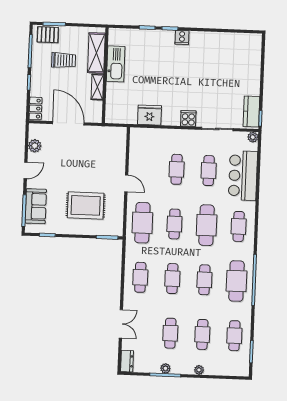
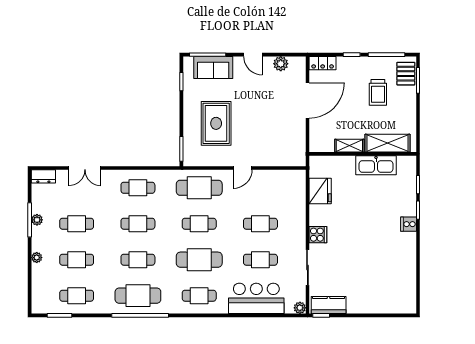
shelving: (96, 53) -> (387, 143), moved
kitchen sink: (116, 64) -> (376, 165), moved
wall: (105, 75) -> (363, 154), moved
shelving: (97, 87) -> (349, 146), moved

